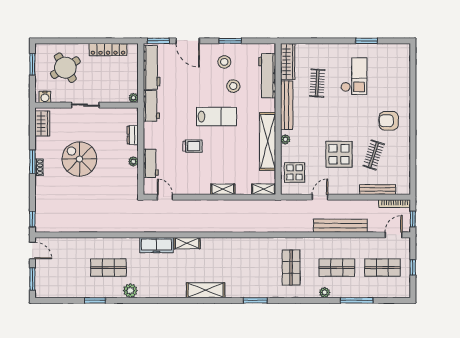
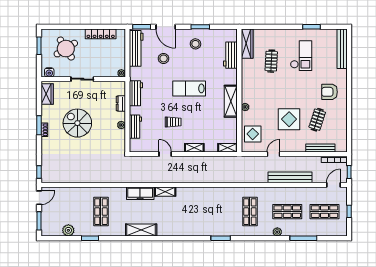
workbench: (267, 76) -> (230, 55), width x0.73
stool: (233, 86) -> (164, 58), moved
bench: (287, 105) -> (342, 49), moved
workbench: (151, 106) -> (136, 93), moved
lab bench: (216, 117) -> (189, 88), turned 180
shelving: (268, 141) -> (231, 101), width x0.68
trolley: (193, 146) -> (173, 122), moved
door: (165, 197) -> (165, 154), moved
door: (32, 250) -> (39, 198), hinge flipped
shop shelf: (108, 268) -> (101, 212), turned 90
shelving: (206, 290) -> (141, 230), moved
plant: (130, 291) -> (68, 230), moved

